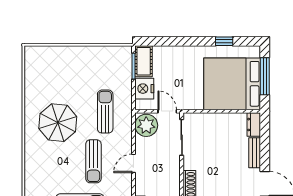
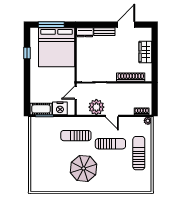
plant: (146, 125) -> (96, 107), moved

